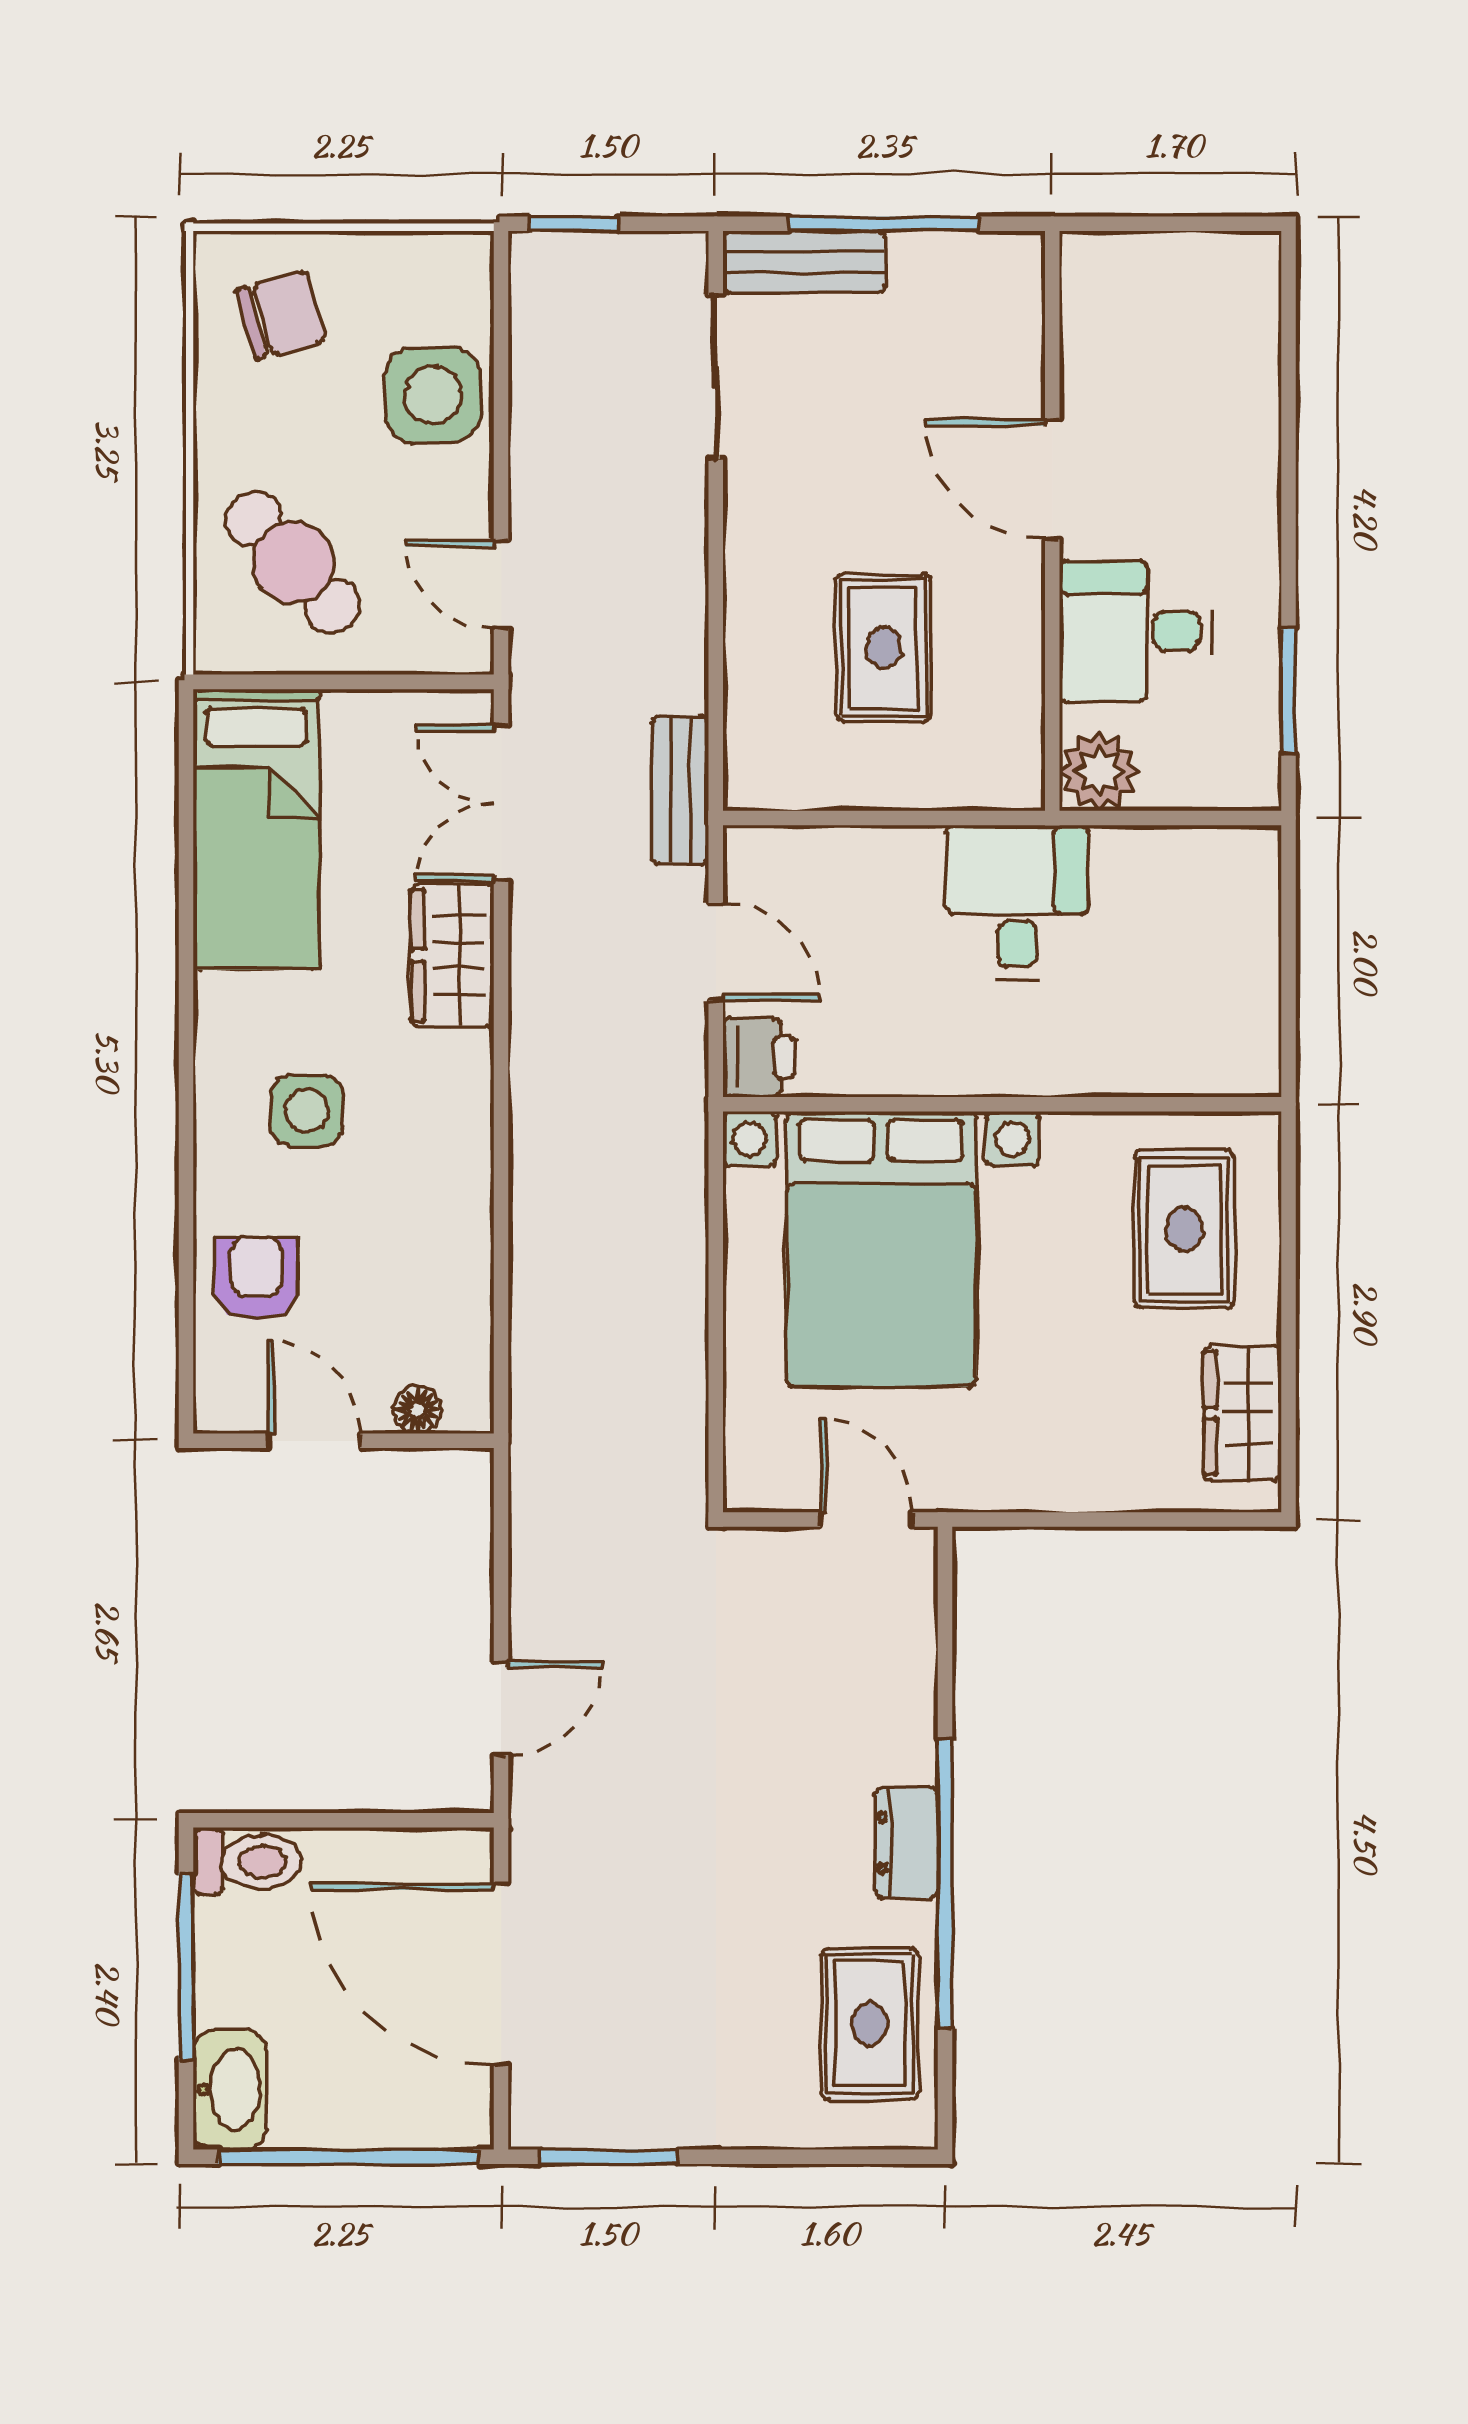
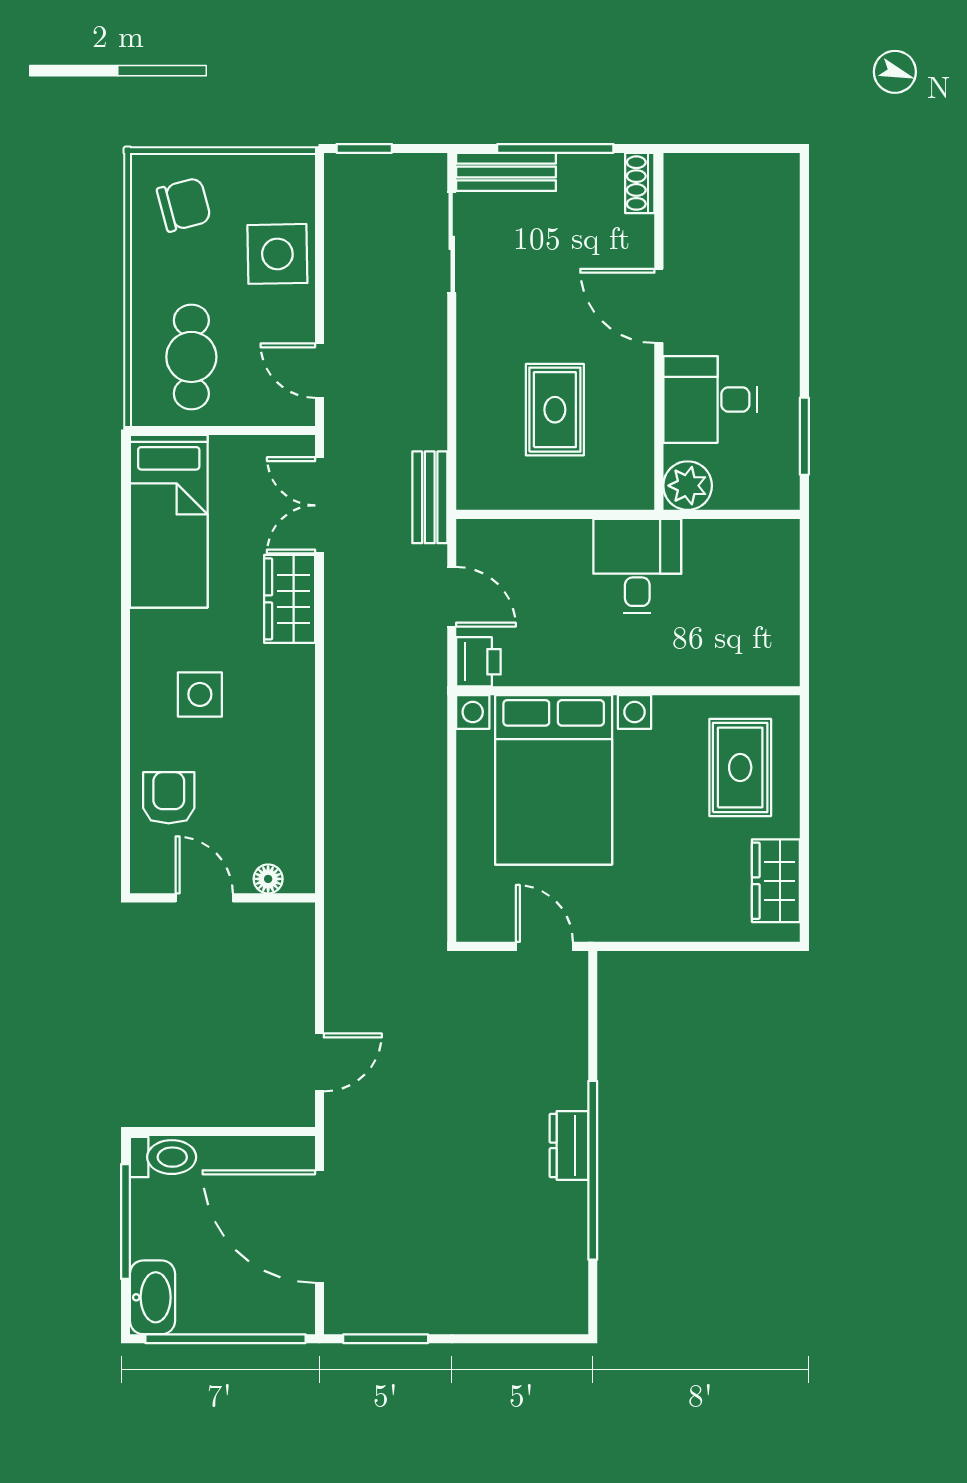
shoe rack: (1021, 280) -> (640, 183), added
cafe table: (293, 562) -> (191, 357), turned 42
rug: (870, 2024) -> (547, 1257), removed

